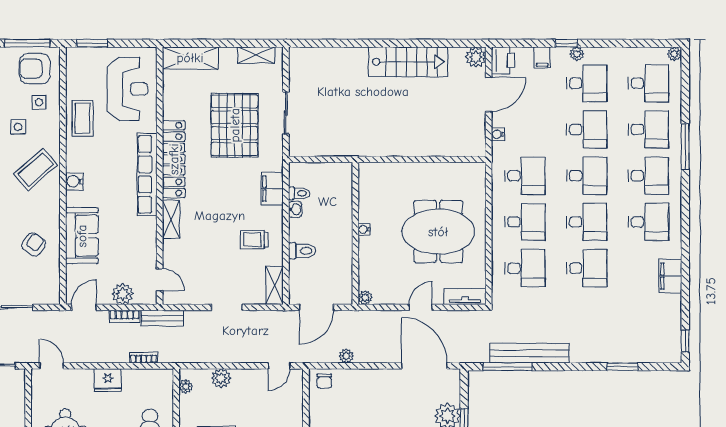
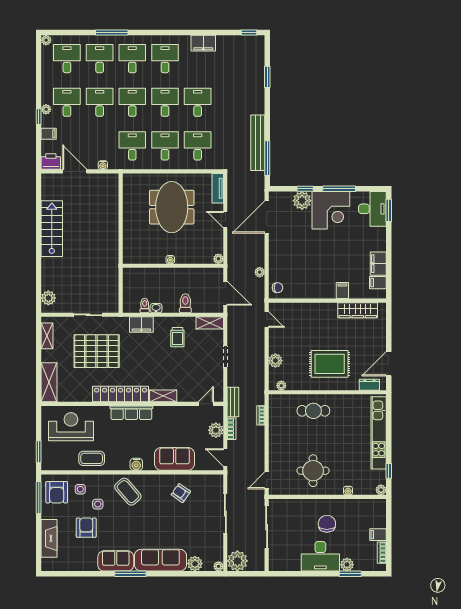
plant: (476, 57) -> (48, 298), moved
row of seats: (147, 174) -> (131, 413), width x0.73
fridge: (108, 380) -> (277, 441), removed

